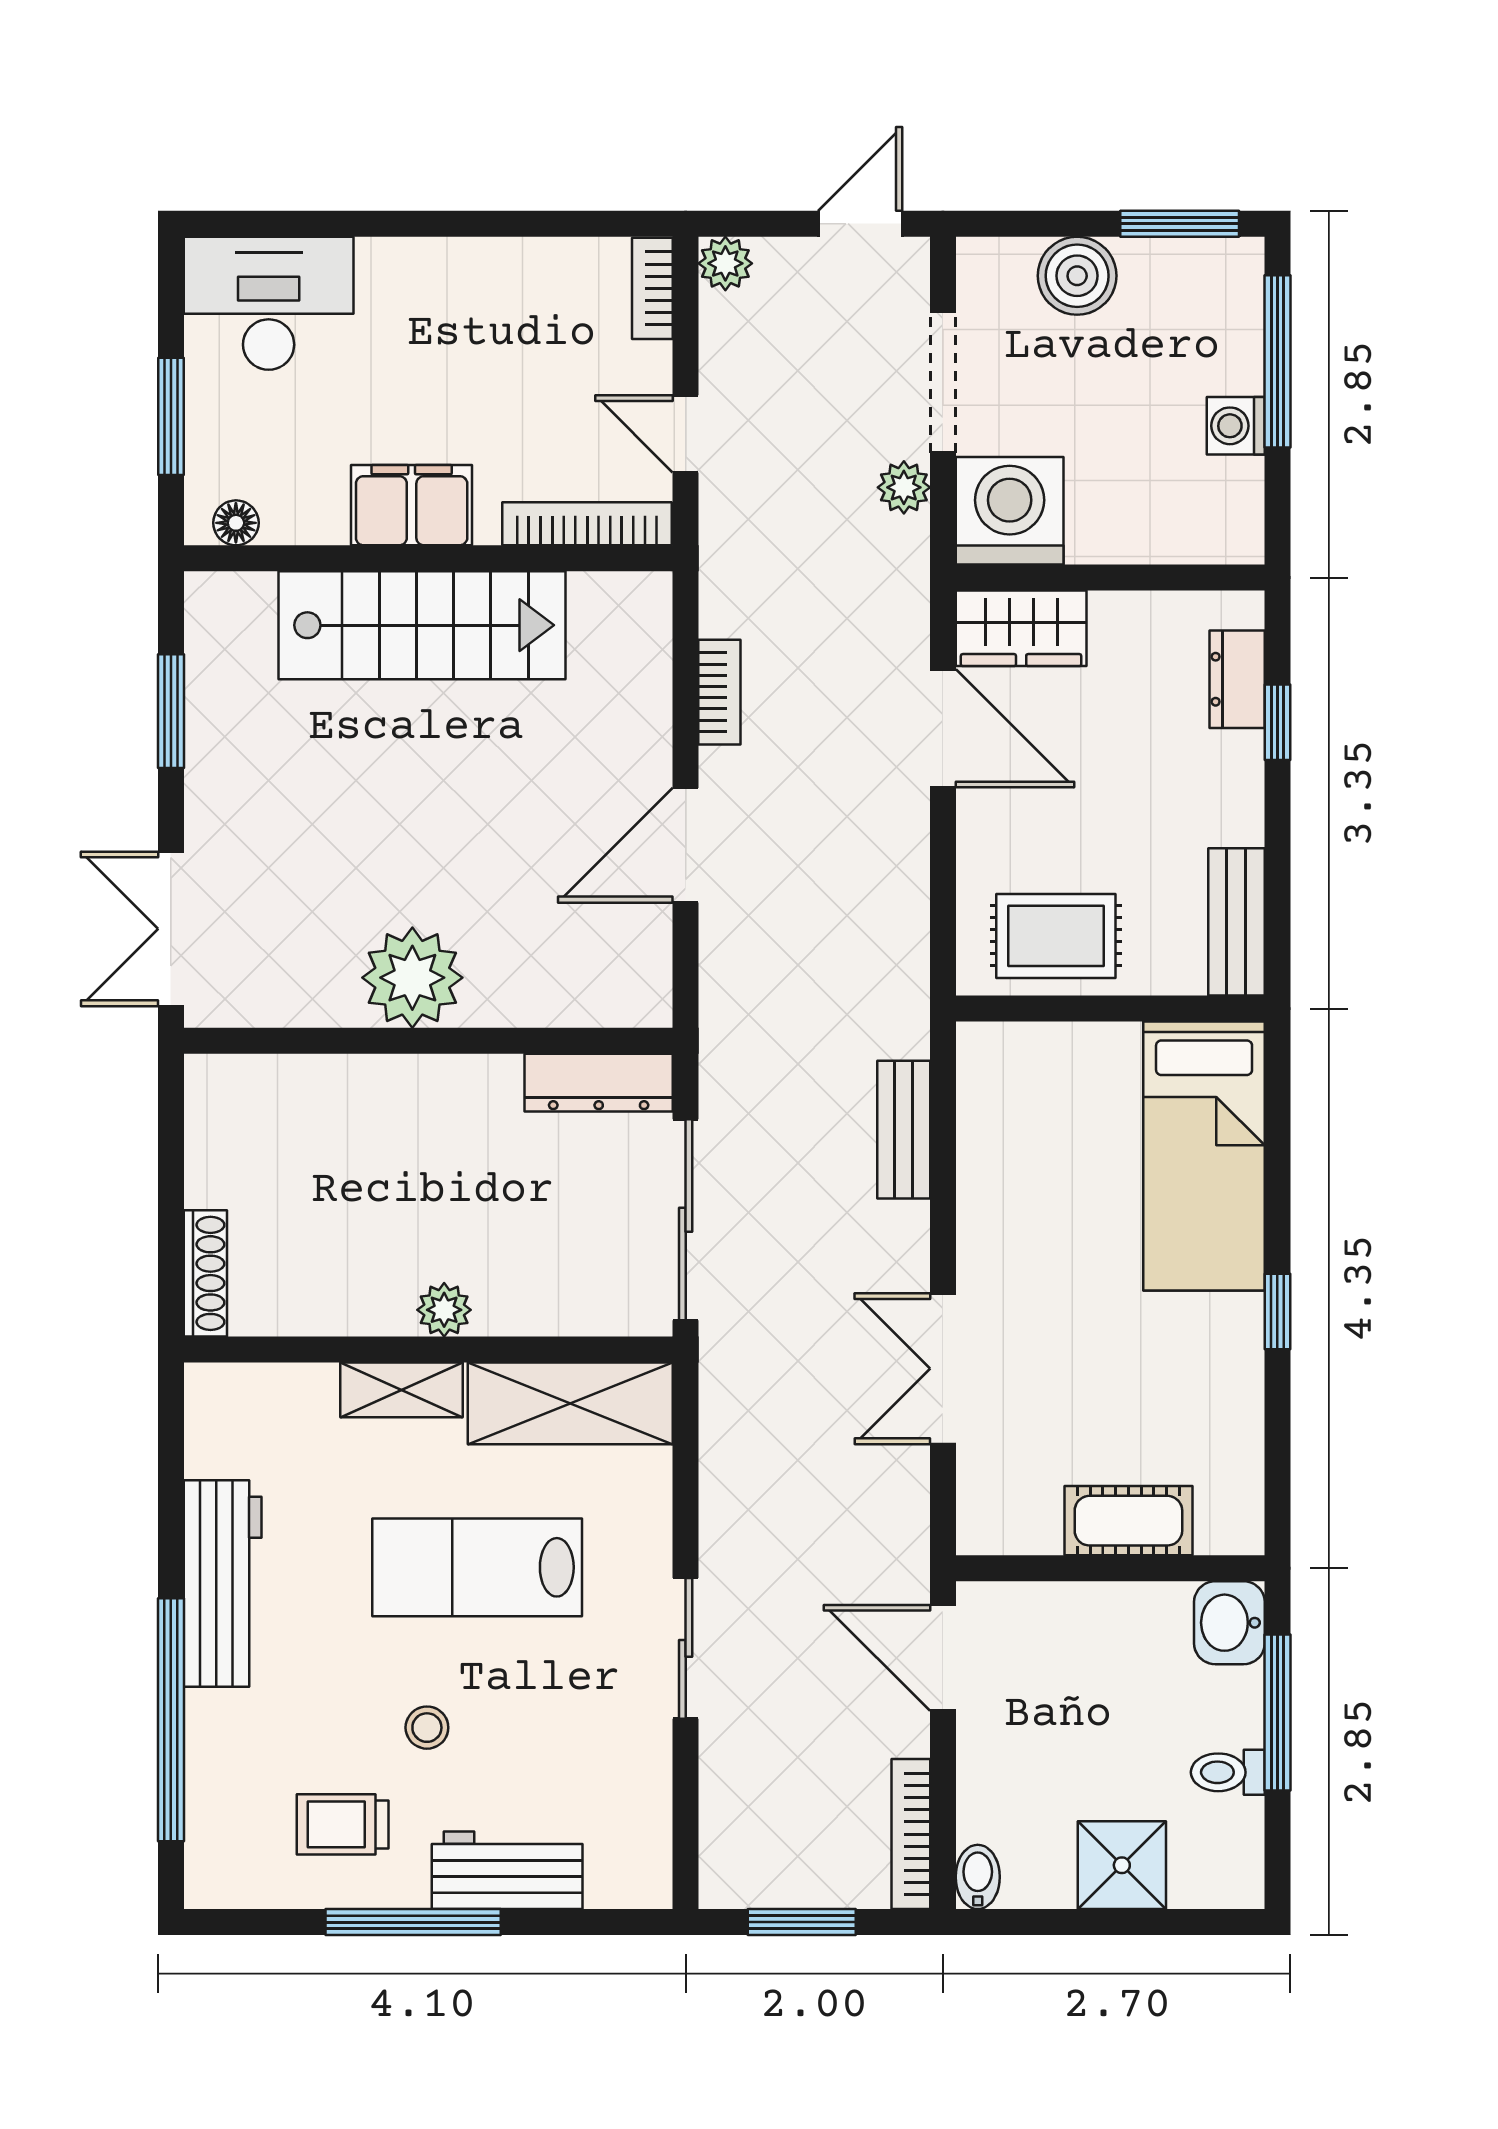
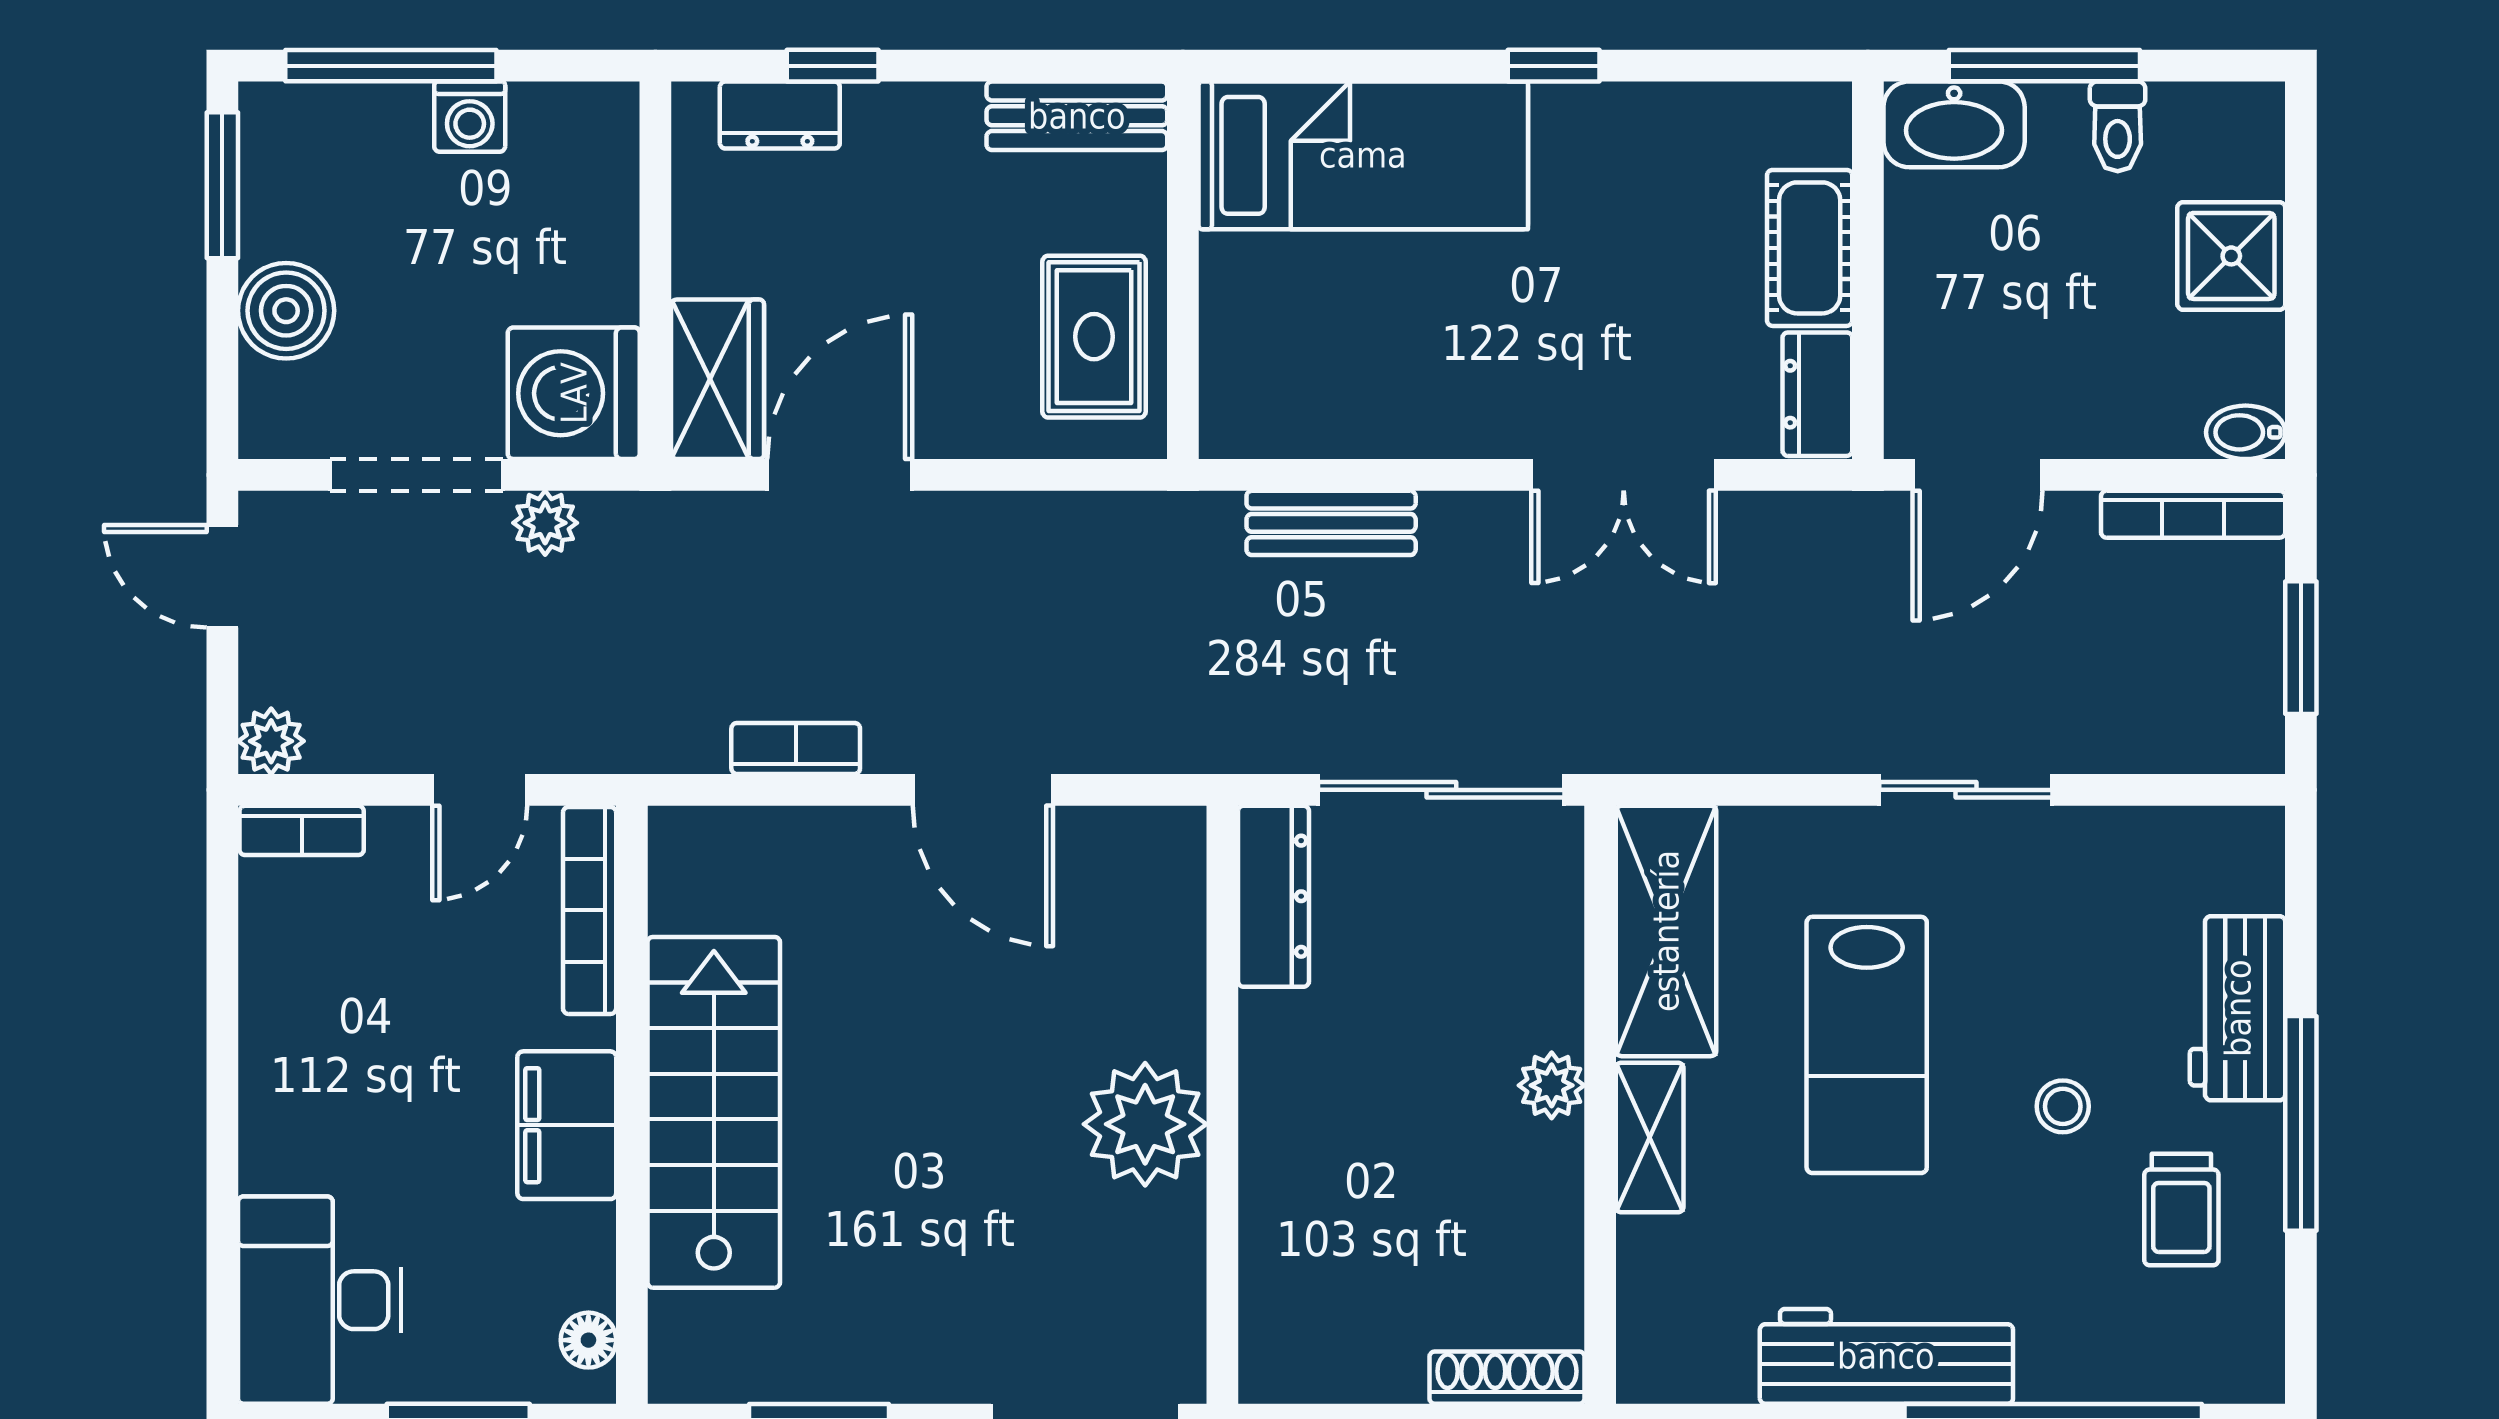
dresser: (1009, 1527) -> (1817, 394), added
washbasin: (1229, 1623) -> (1954, 124), width x1.38

